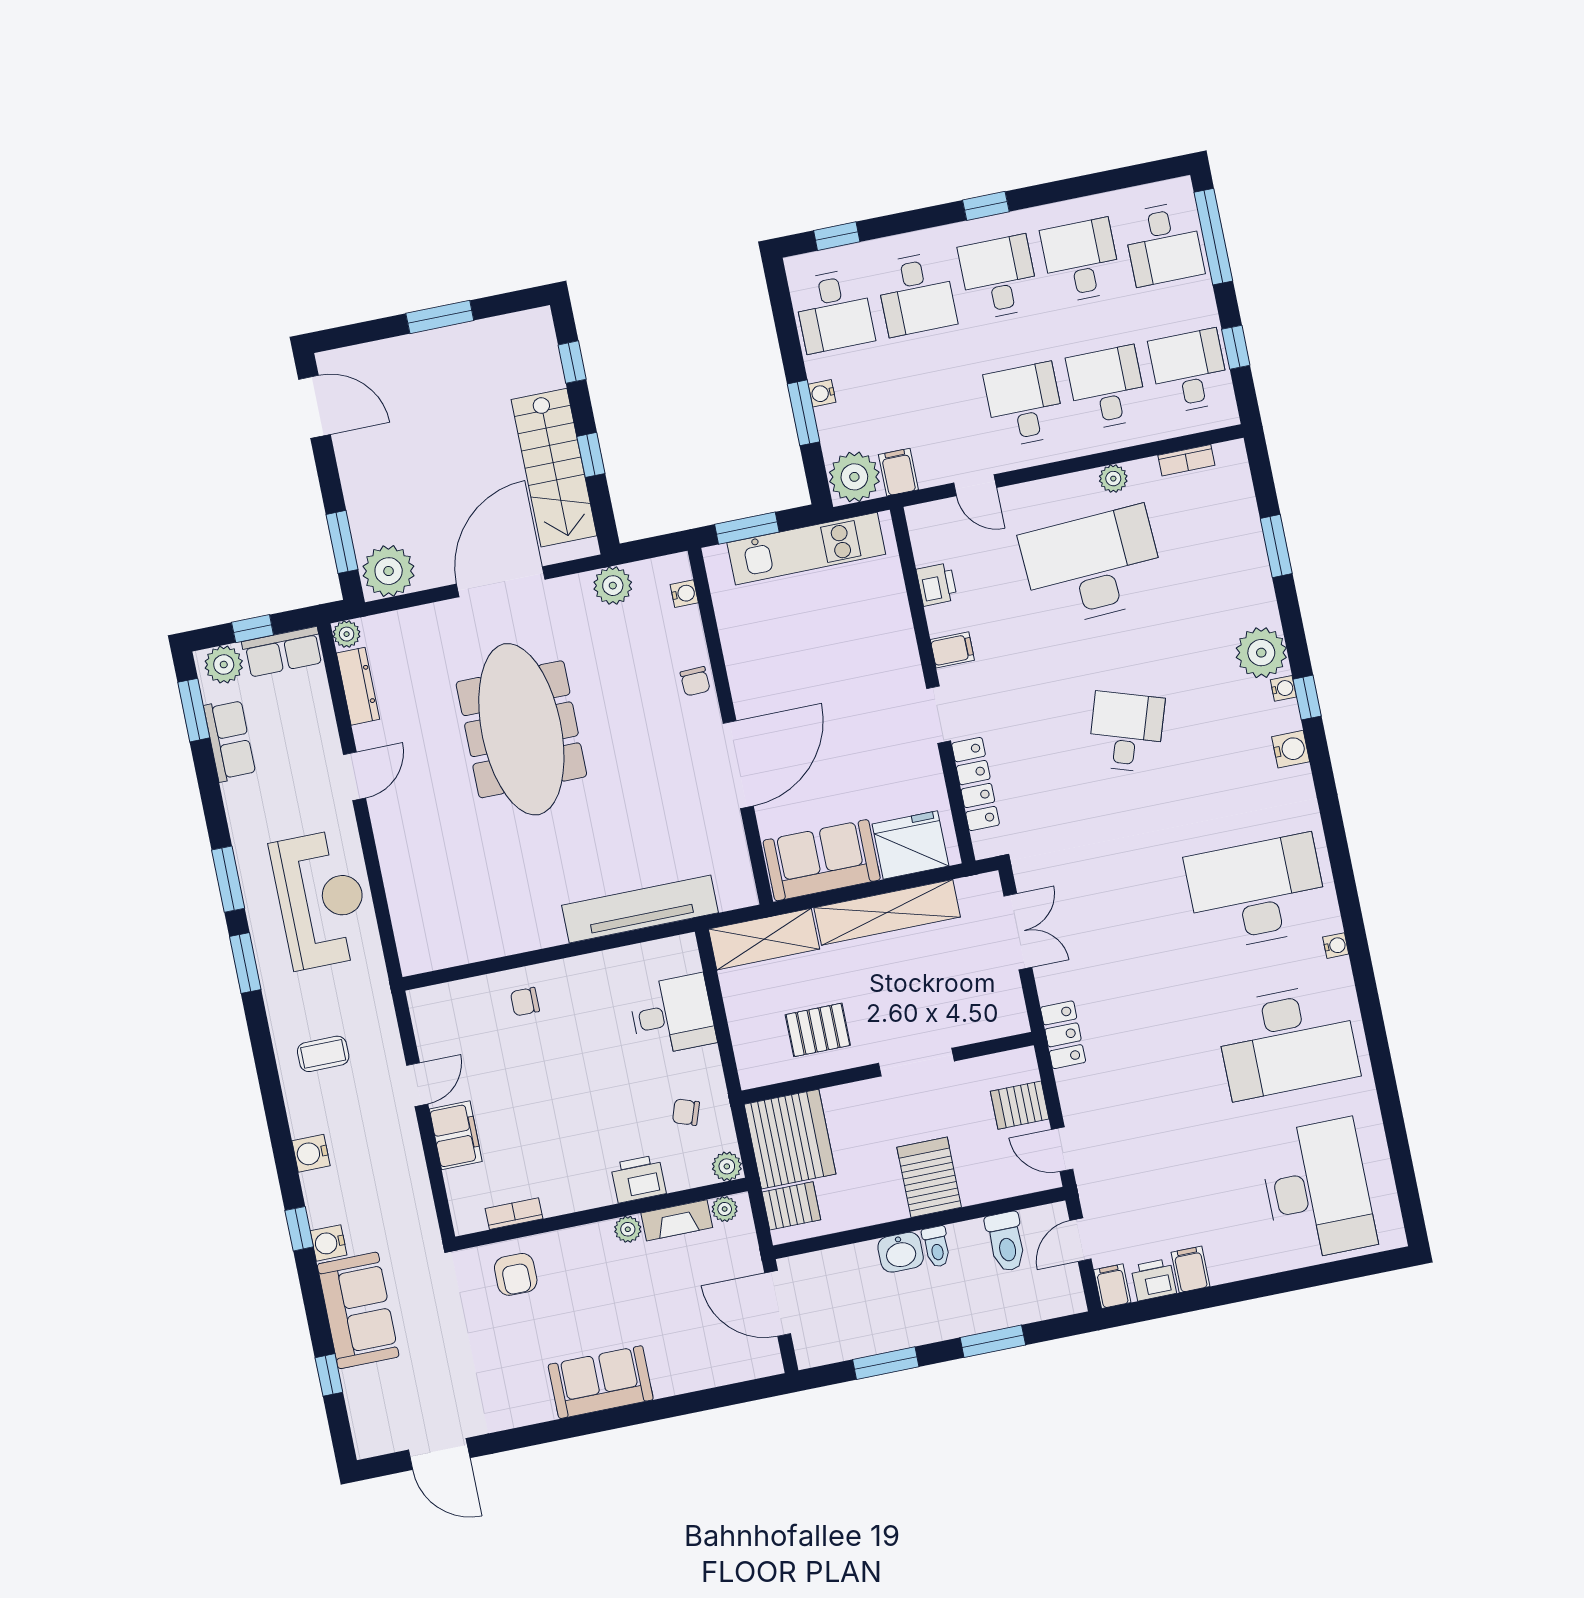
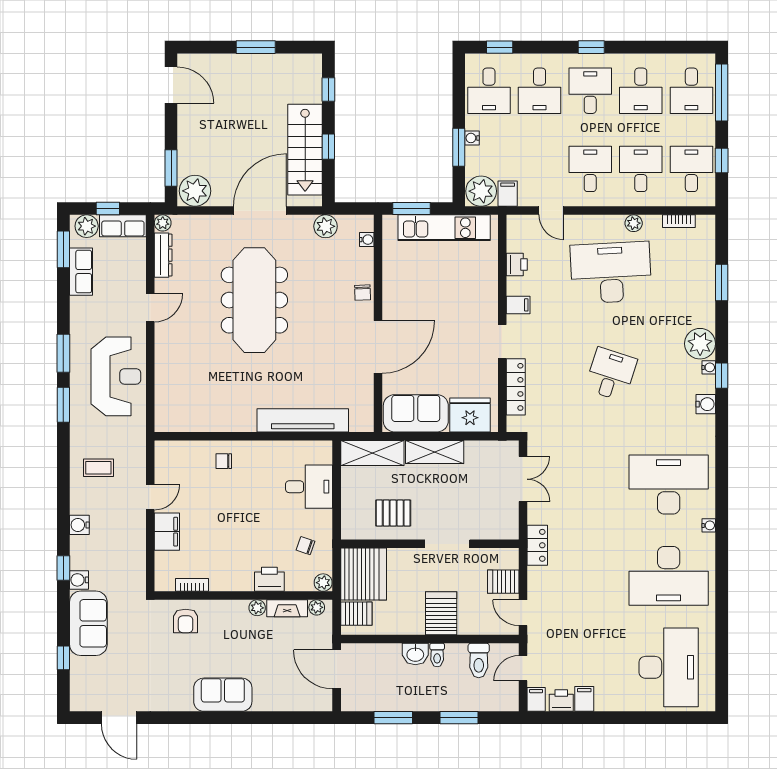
desk: (1081, 260) -> (641, 91), turned 180
shelving: (887, 912) -> (435, 452), width x0.68

